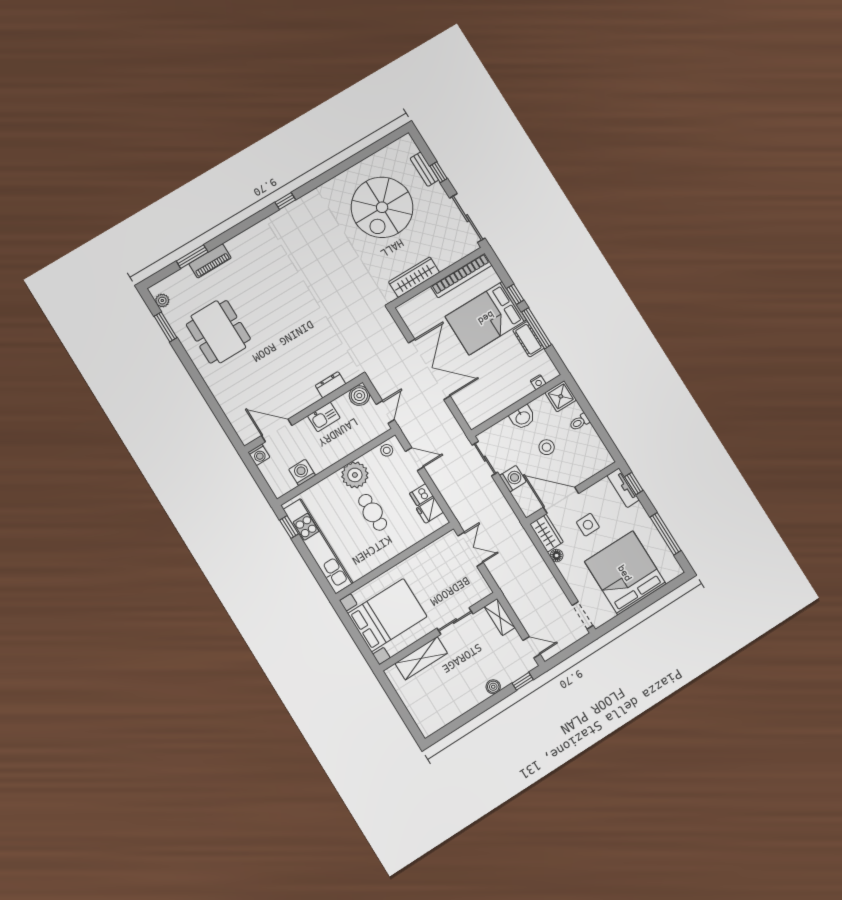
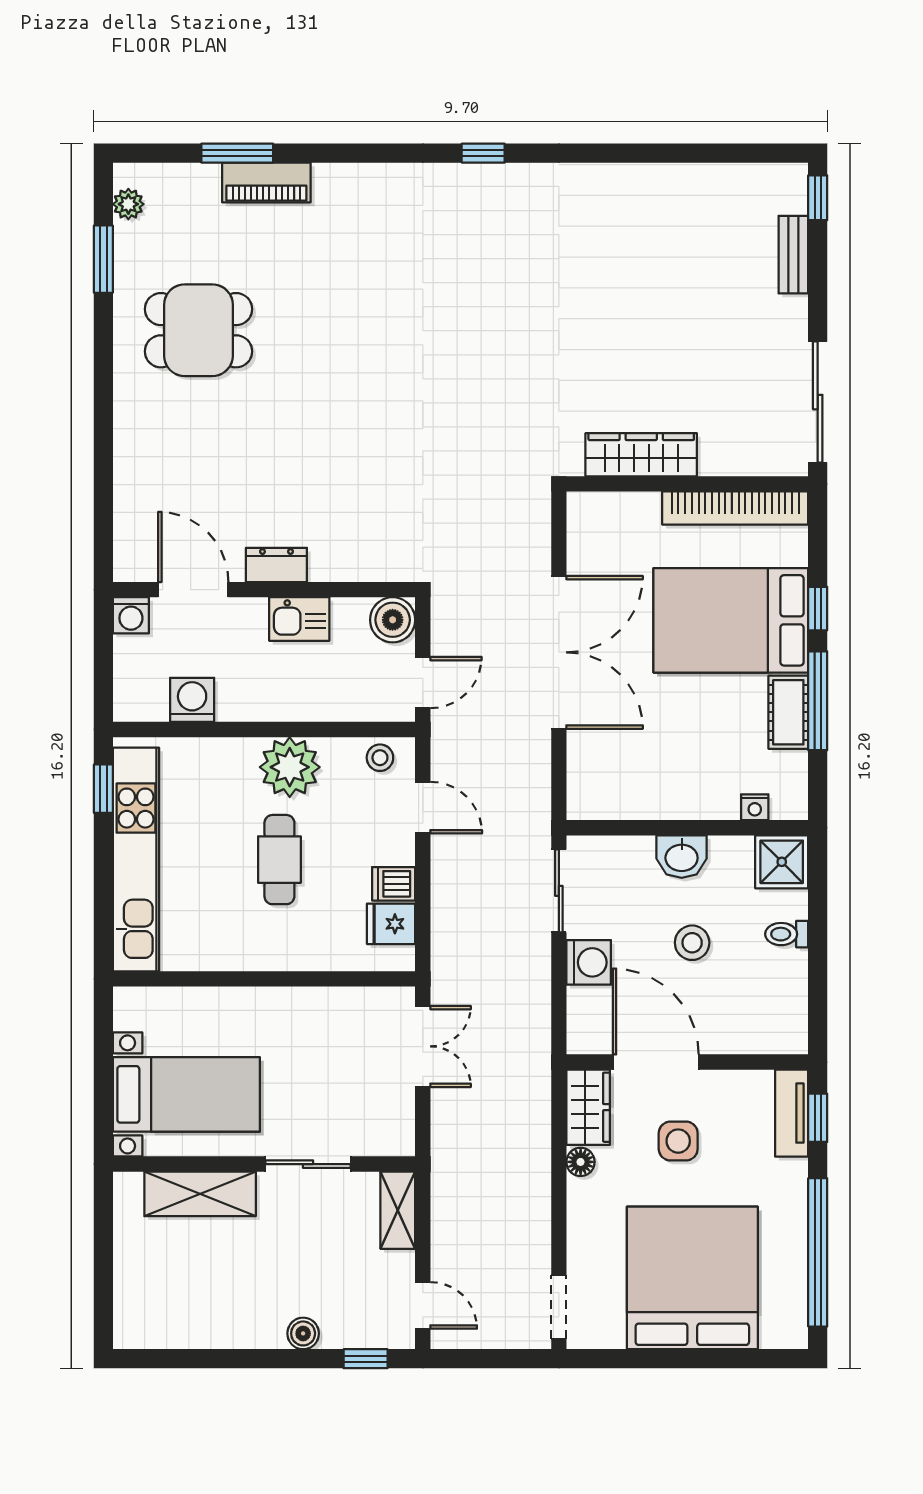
window: (439, 172) -> (818, 198), moved
spiral stairs: (382, 207) -> (664, 280), removed
dining table: (218, 332) -> (198, 330), width x0.73
dresser: (331, 385) -> (276, 565), moved
window: (665, 534) -> (818, 1252), width x1.46
bed with nightstands: (387, 615) -> (186, 1094), width x0.73

